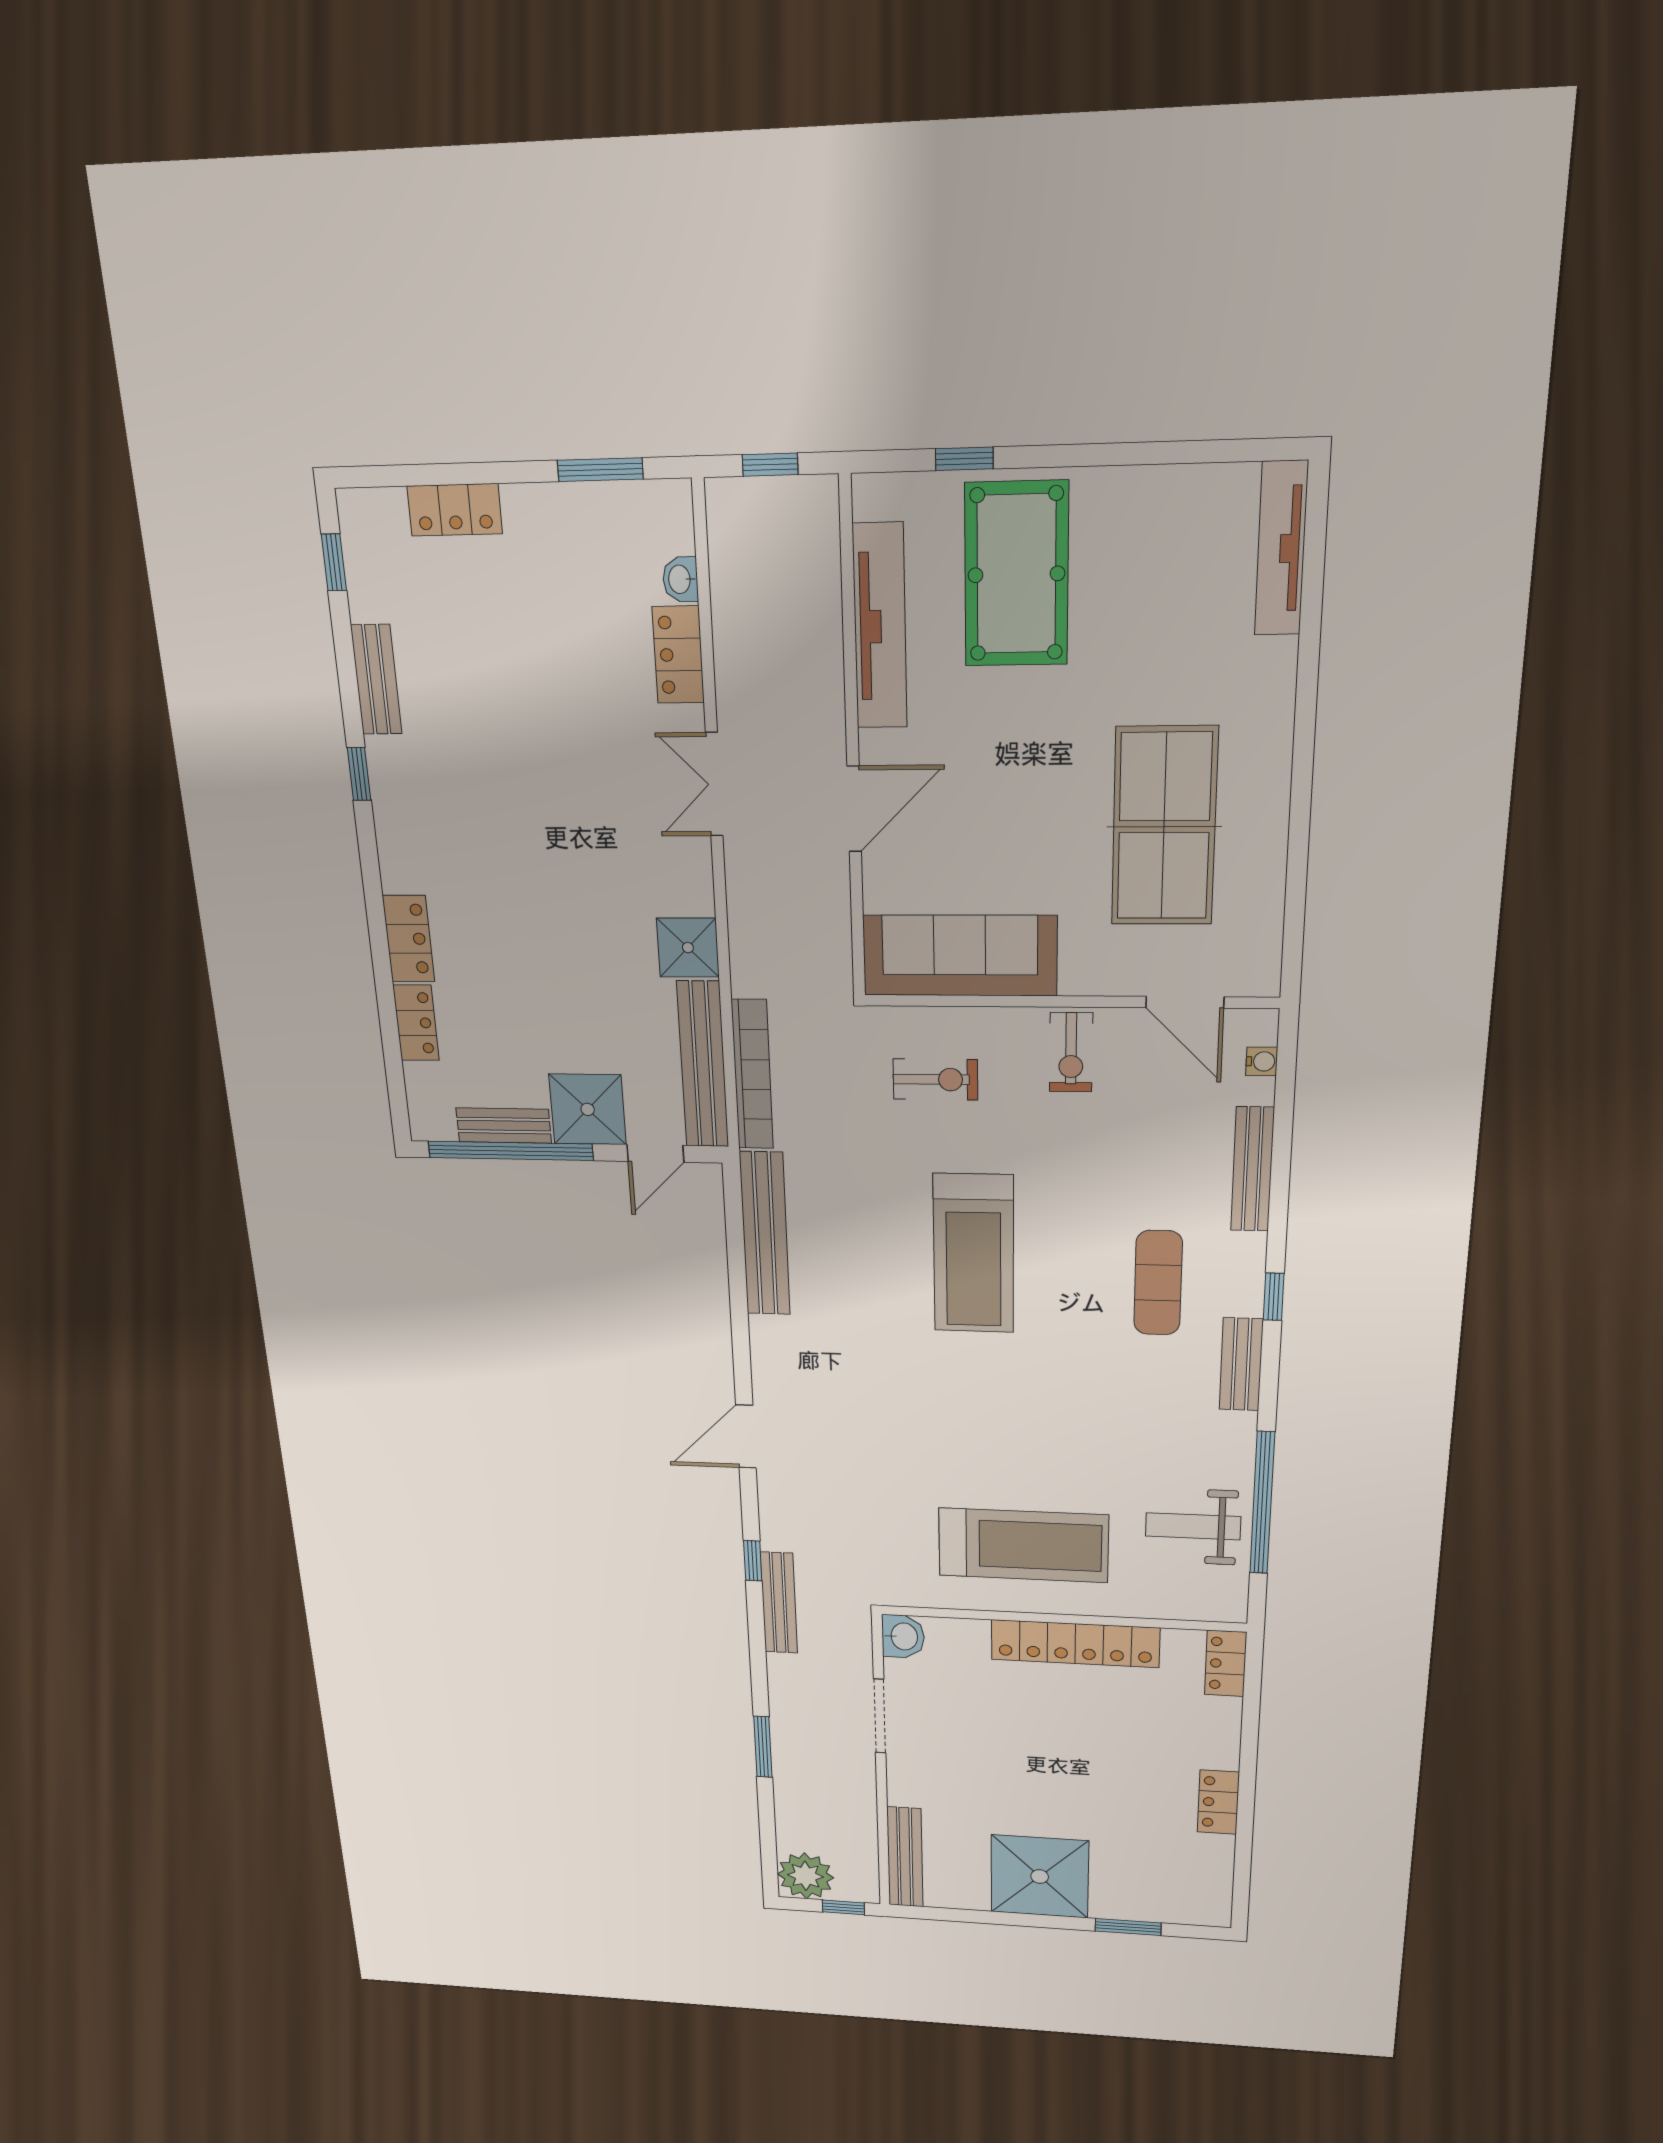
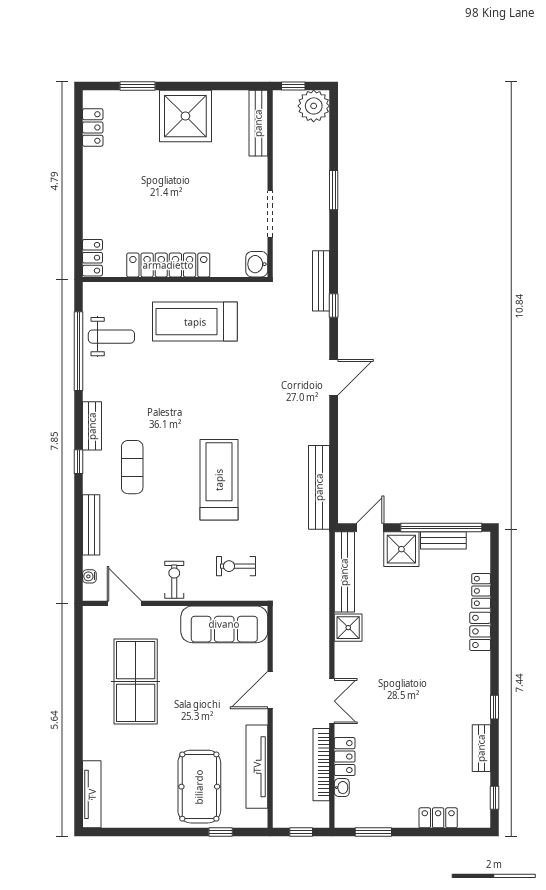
bookcase: (752, 1075) -> (321, 765), moved
locker: (1218, 1802) -> (93, 127), moved

